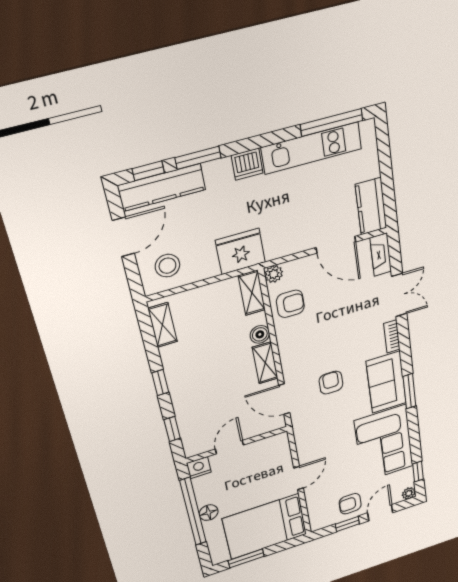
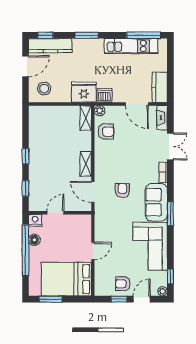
window: (198, 158) -> (87, 35), moved
dishwasher: (247, 164) -> (104, 96), moved, turned 180
shelving: (163, 325) -> (34, 122), removed
boiler: (260, 334) -> (86, 145), removed
floor lamp: (209, 513) -> (34, 240), moved

